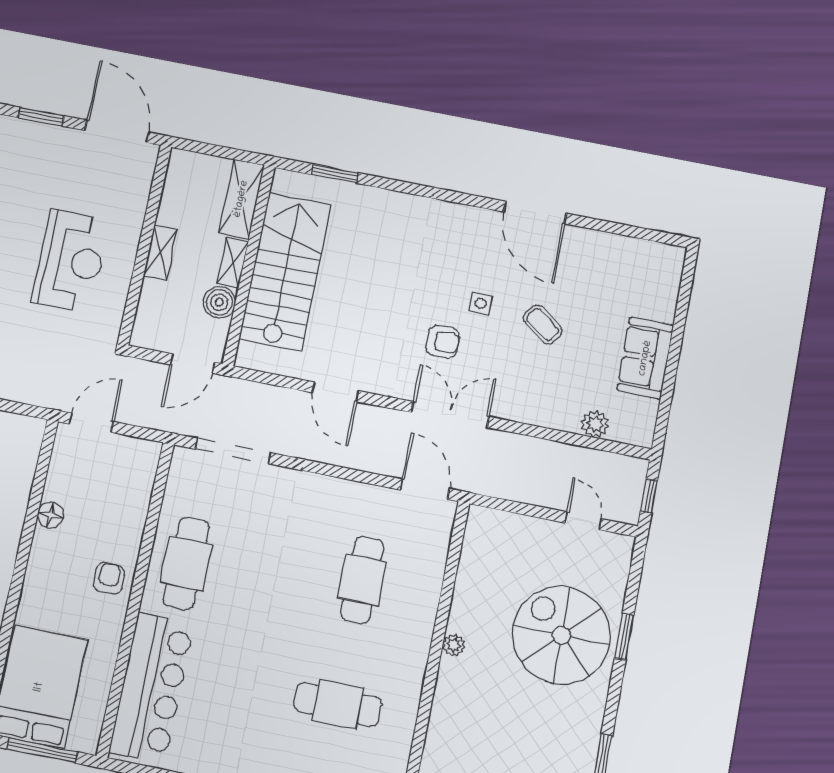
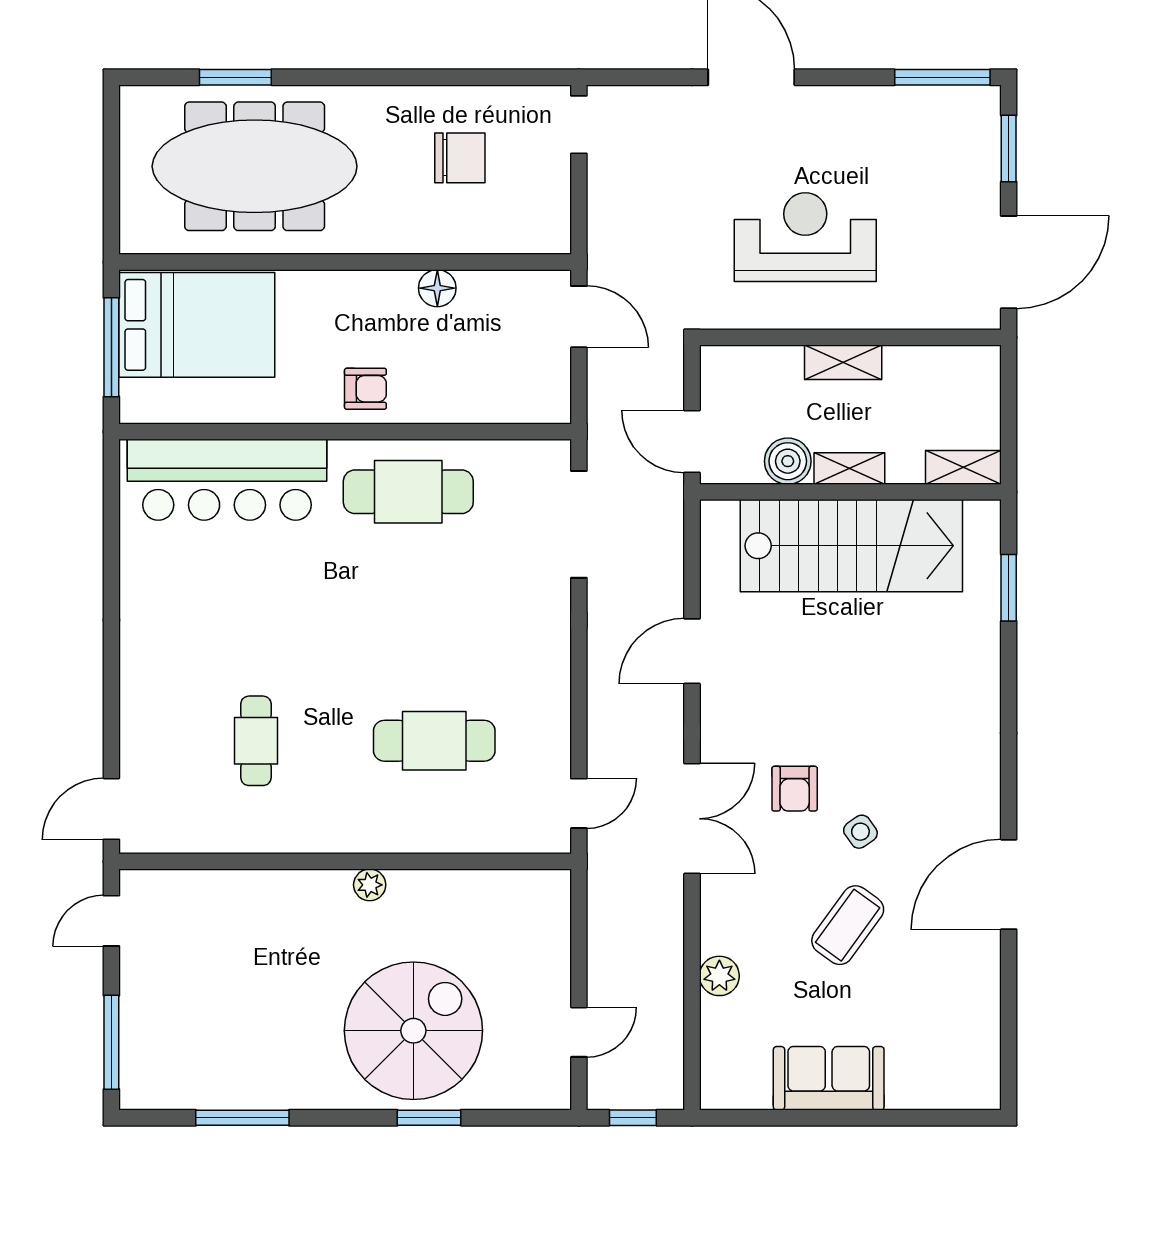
shelving: (241, 199) -> (963, 467), width x0.67, depth x0.75
reception desk: (71, 261) -> (805, 237), turned 180
side table: (481, 303) -> (860, 832), turned -35
coffee table: (543, 324) -> (848, 925), width x1.36, depth x1.30
plant: (595, 424) -> (719, 976), moved
door: (425, 489) -> (579, 803), width x0.73
cafe table: (338, 704) -> (256, 741), width x0.73, depth x0.74

